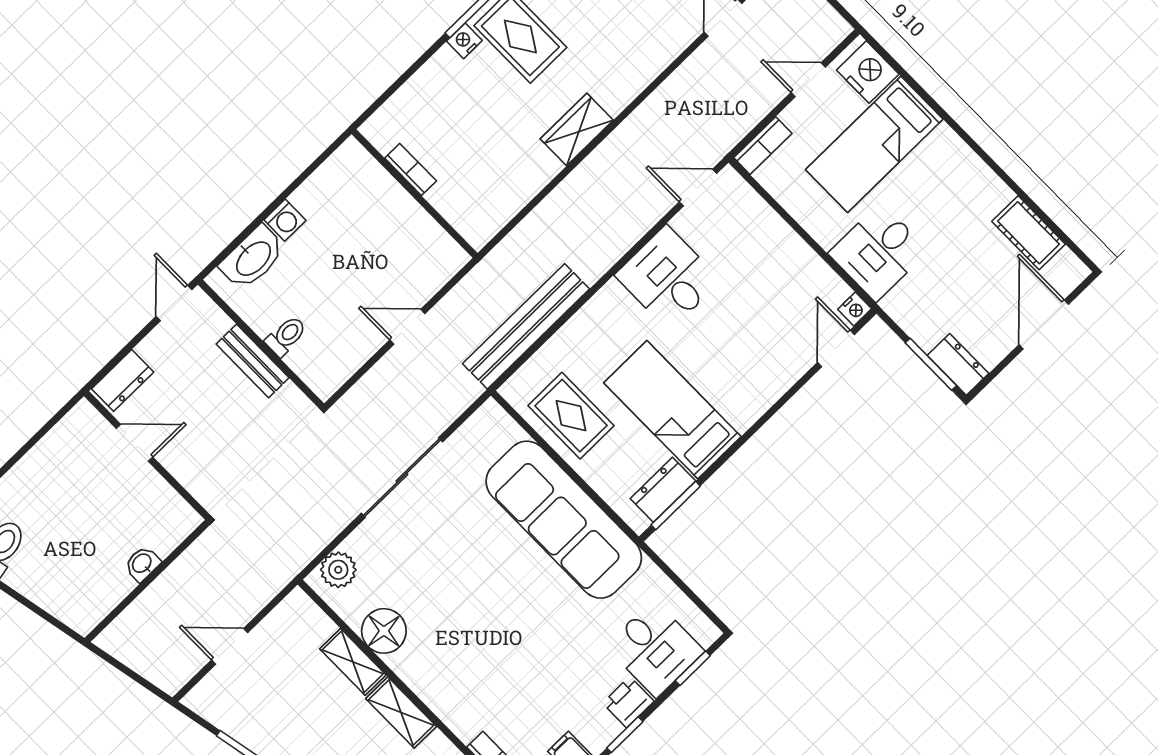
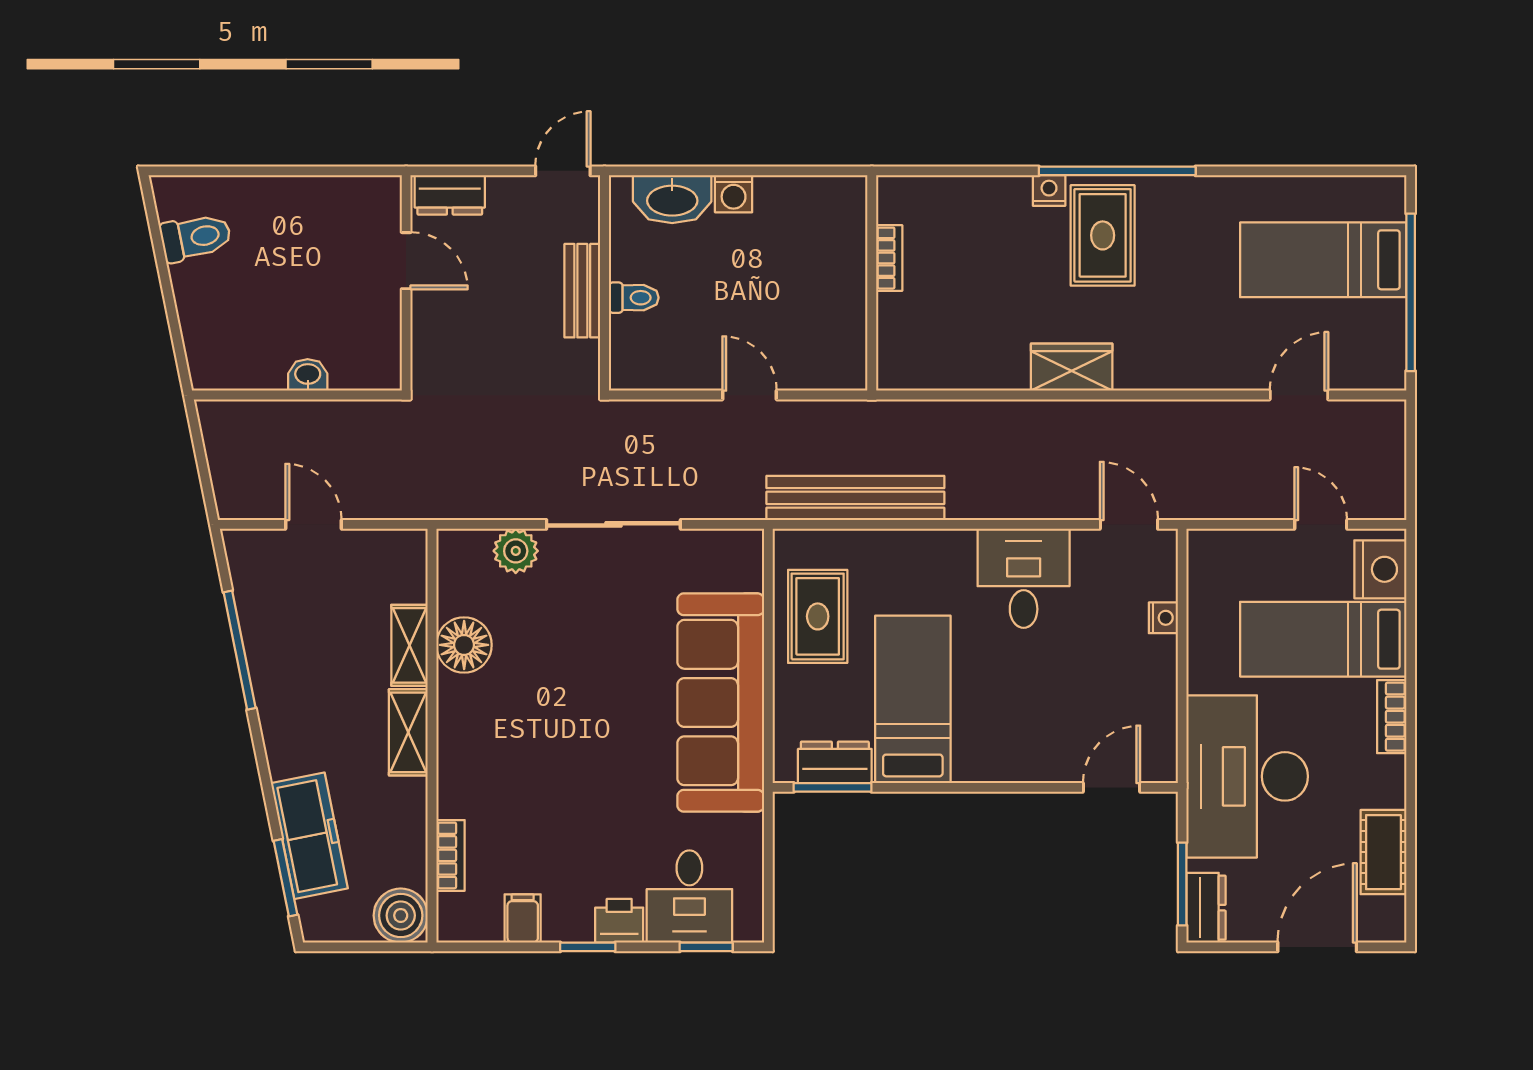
bookcase: (763, 146) -> (1392, 717), moved, turned 90
desk: (878, 252) -> (1247, 776), width x1.87, depth x1.30
nightstand: (855, 309) -> (1163, 618), moved, turned -90
plant: (338, 570) -> (516, 551), moved

